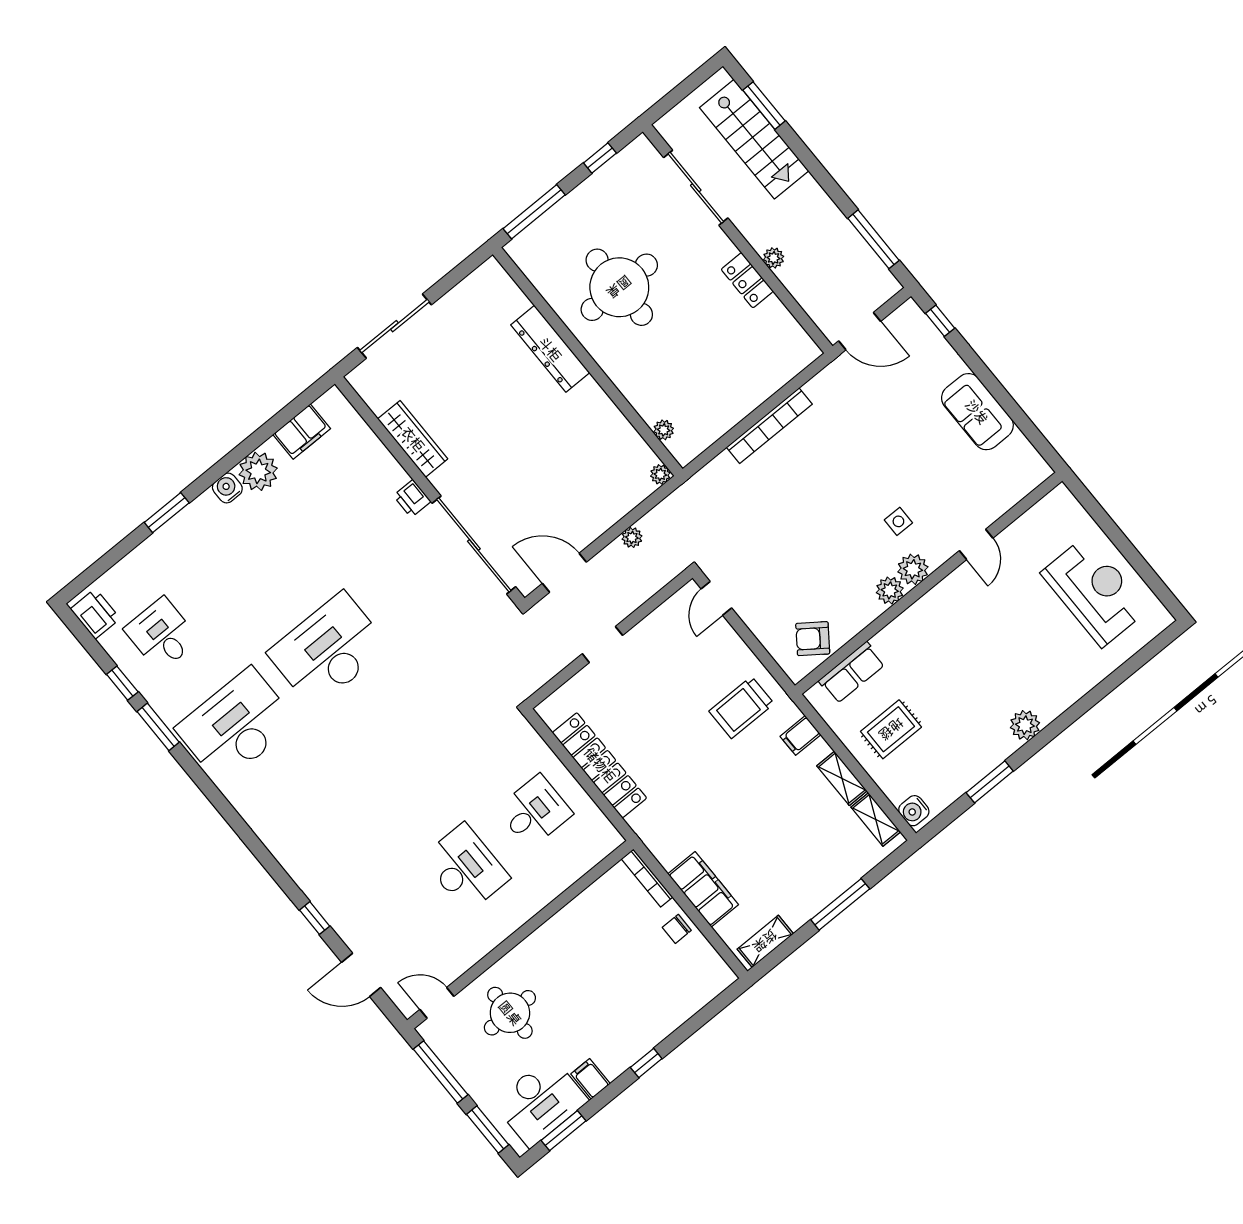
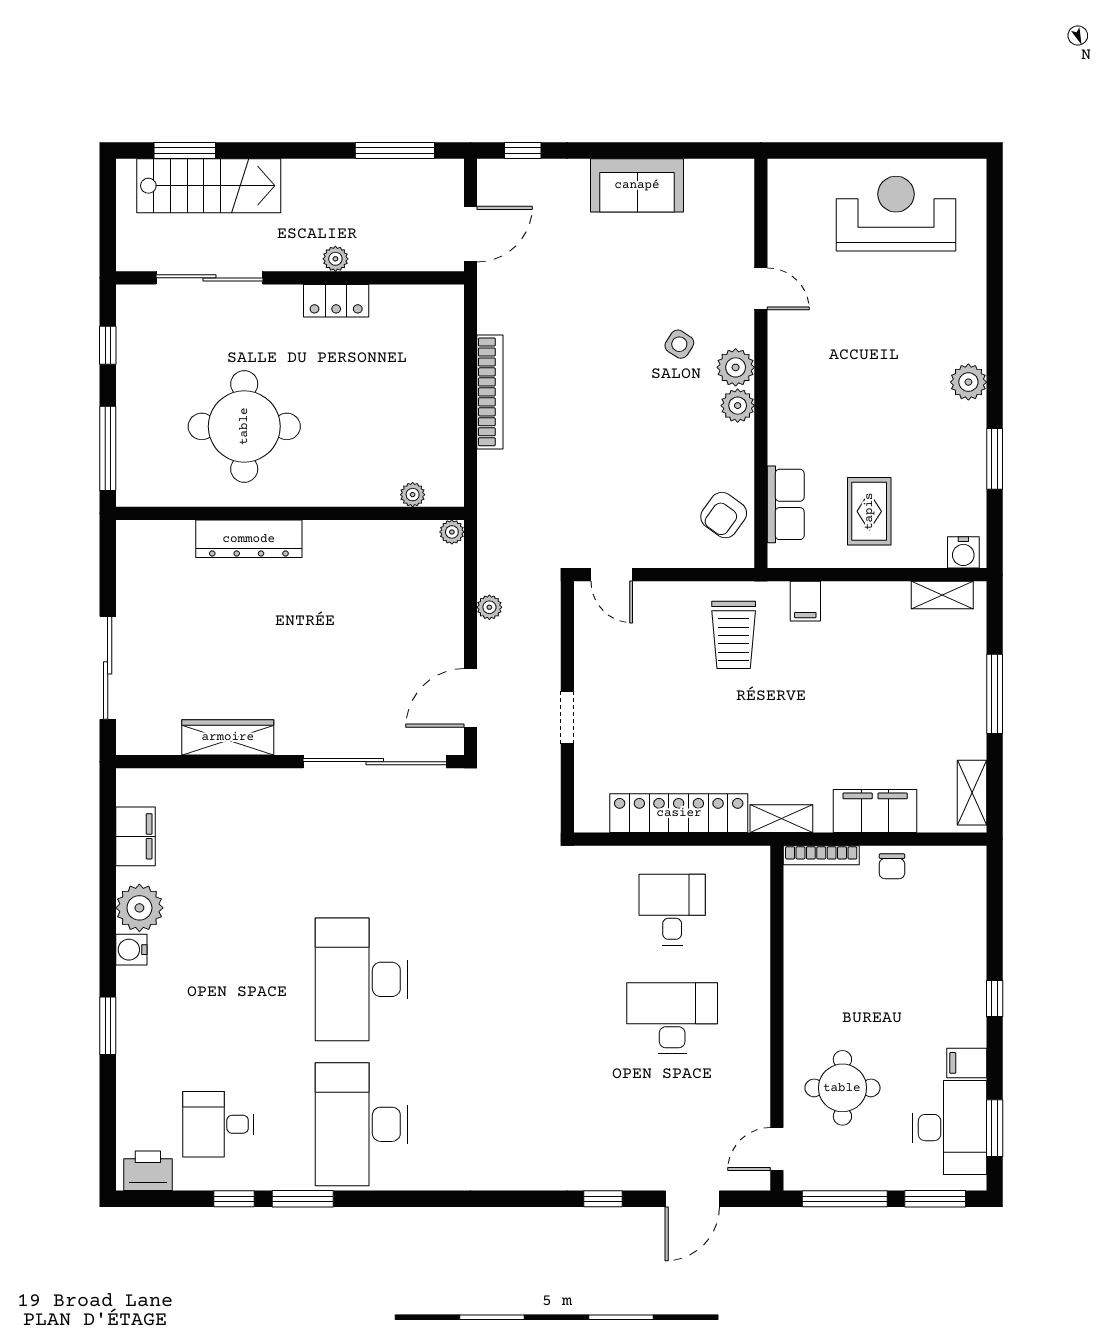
printer: (412, 498) -> (283, 784), removed
side table: (898, 521) -> (679, 344), turned 33
shelving: (842, 778) -> (781, 819), moved

